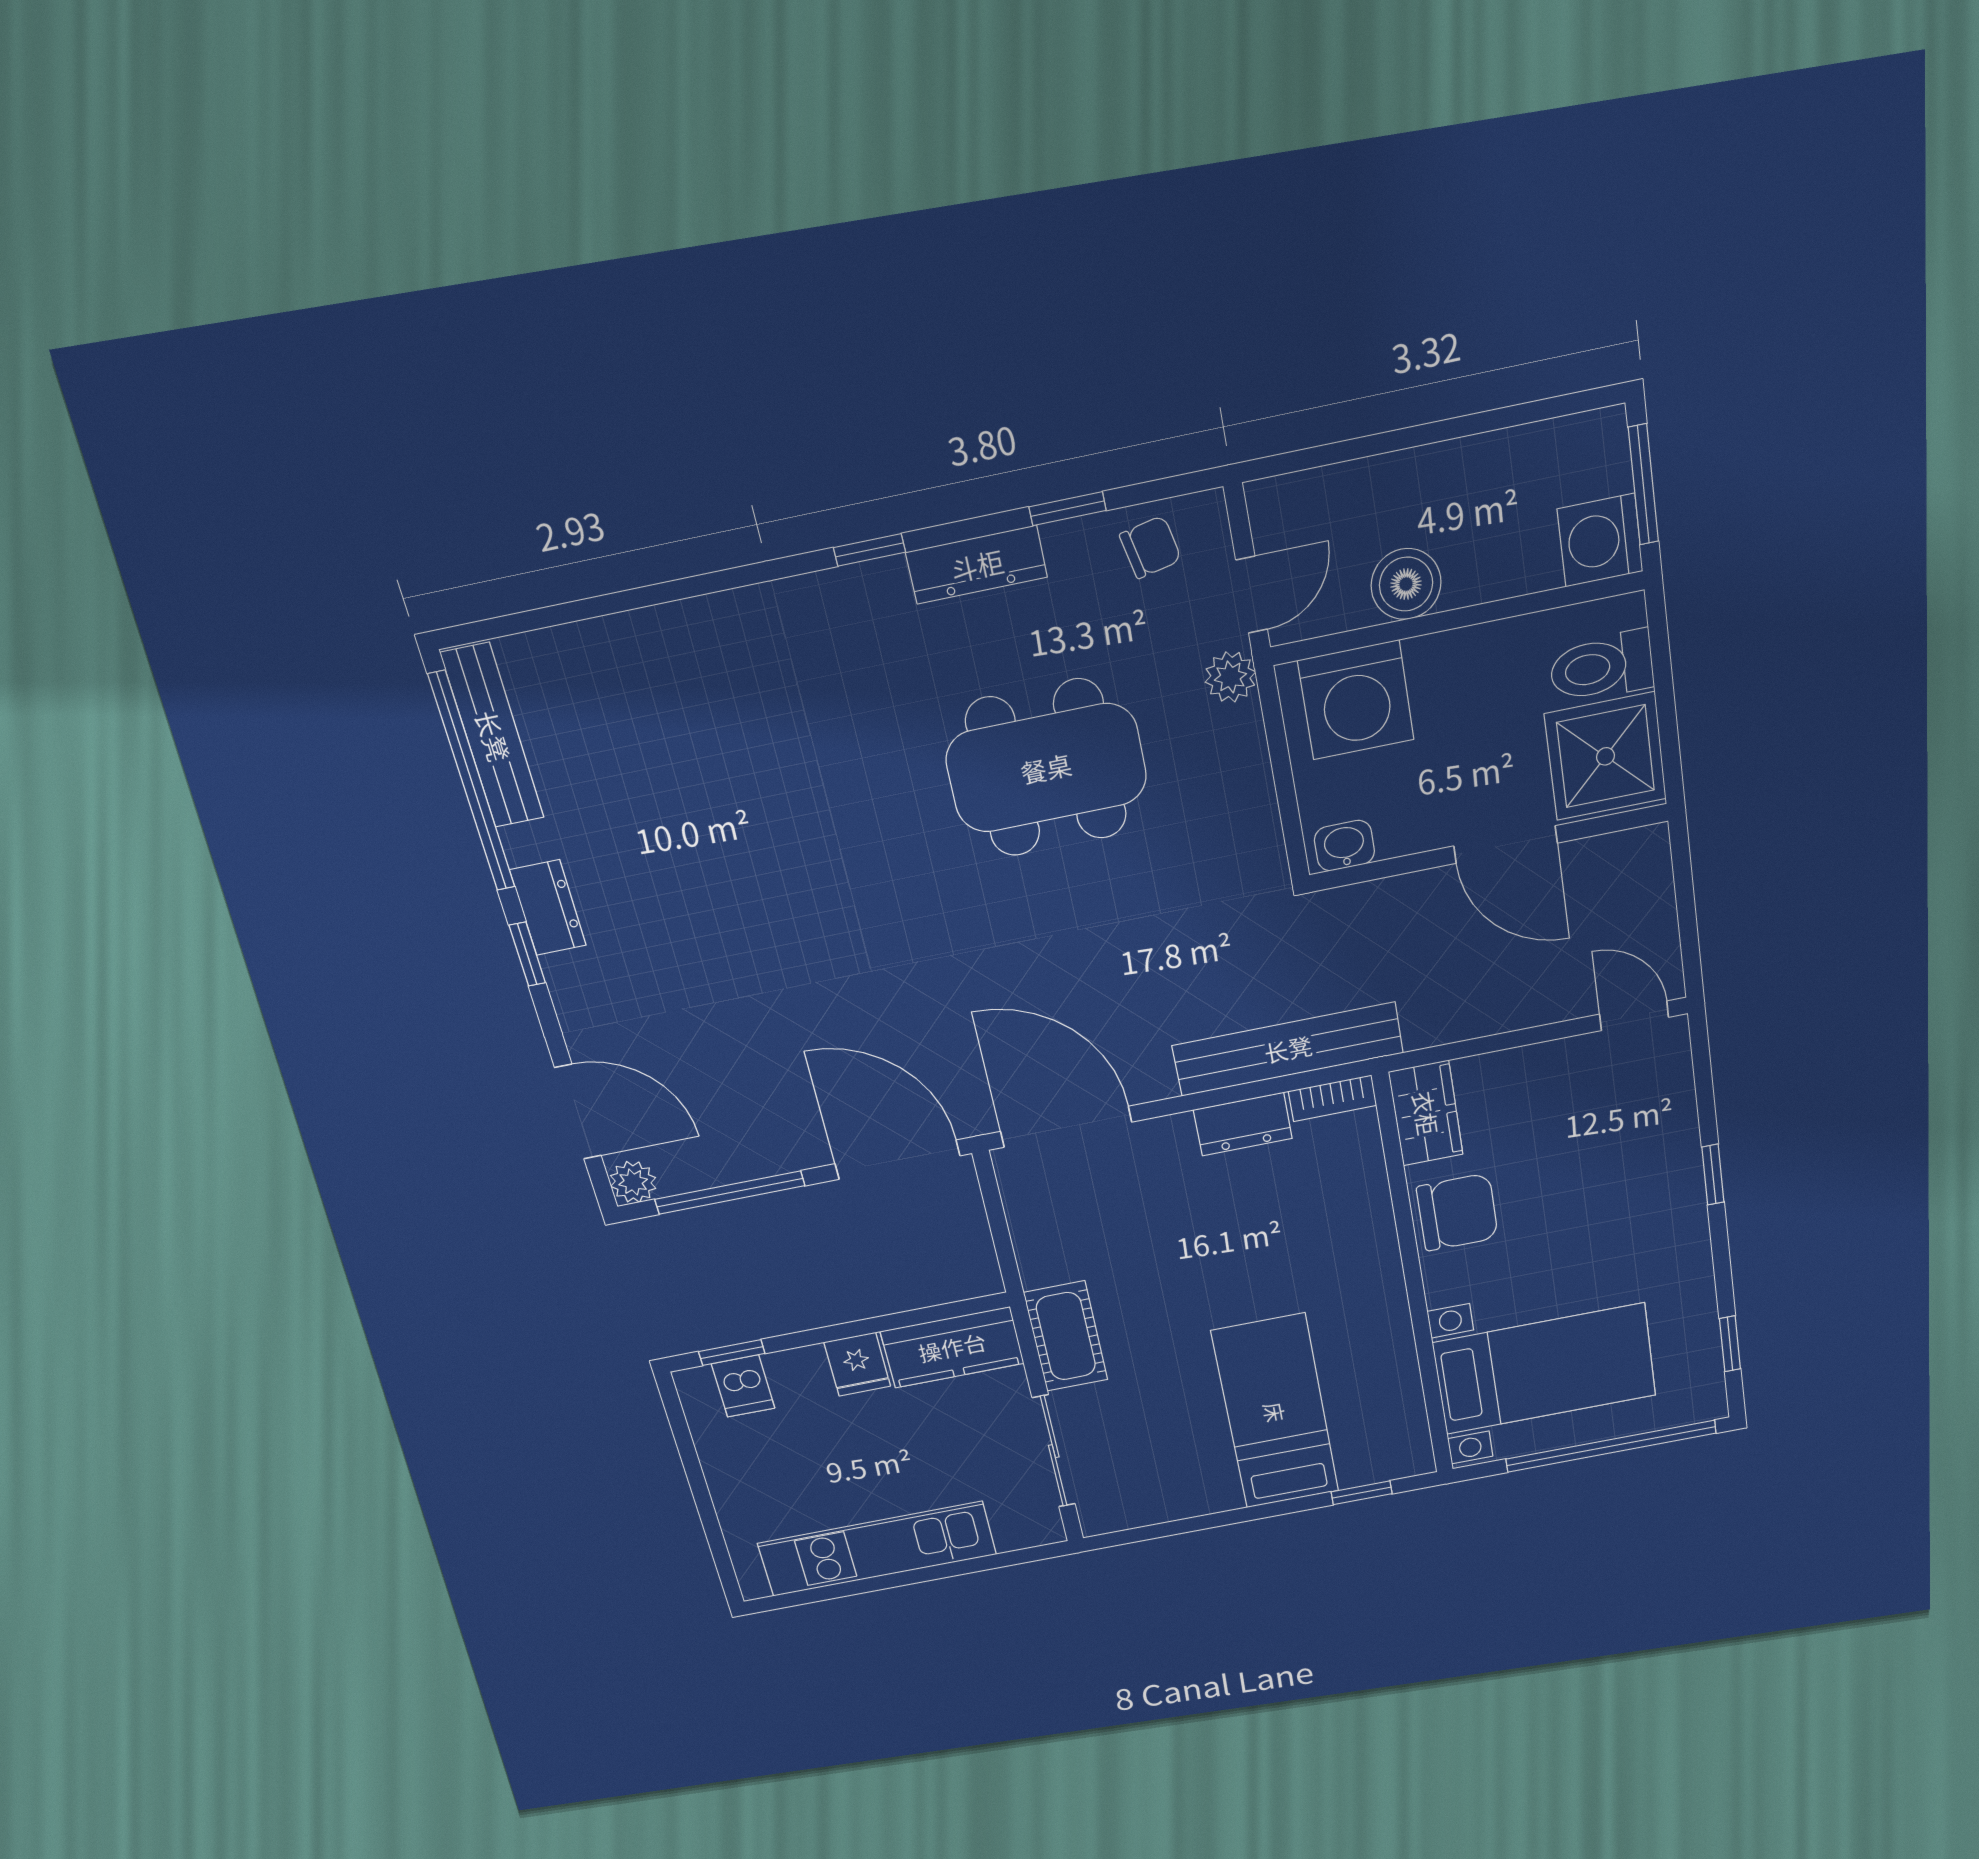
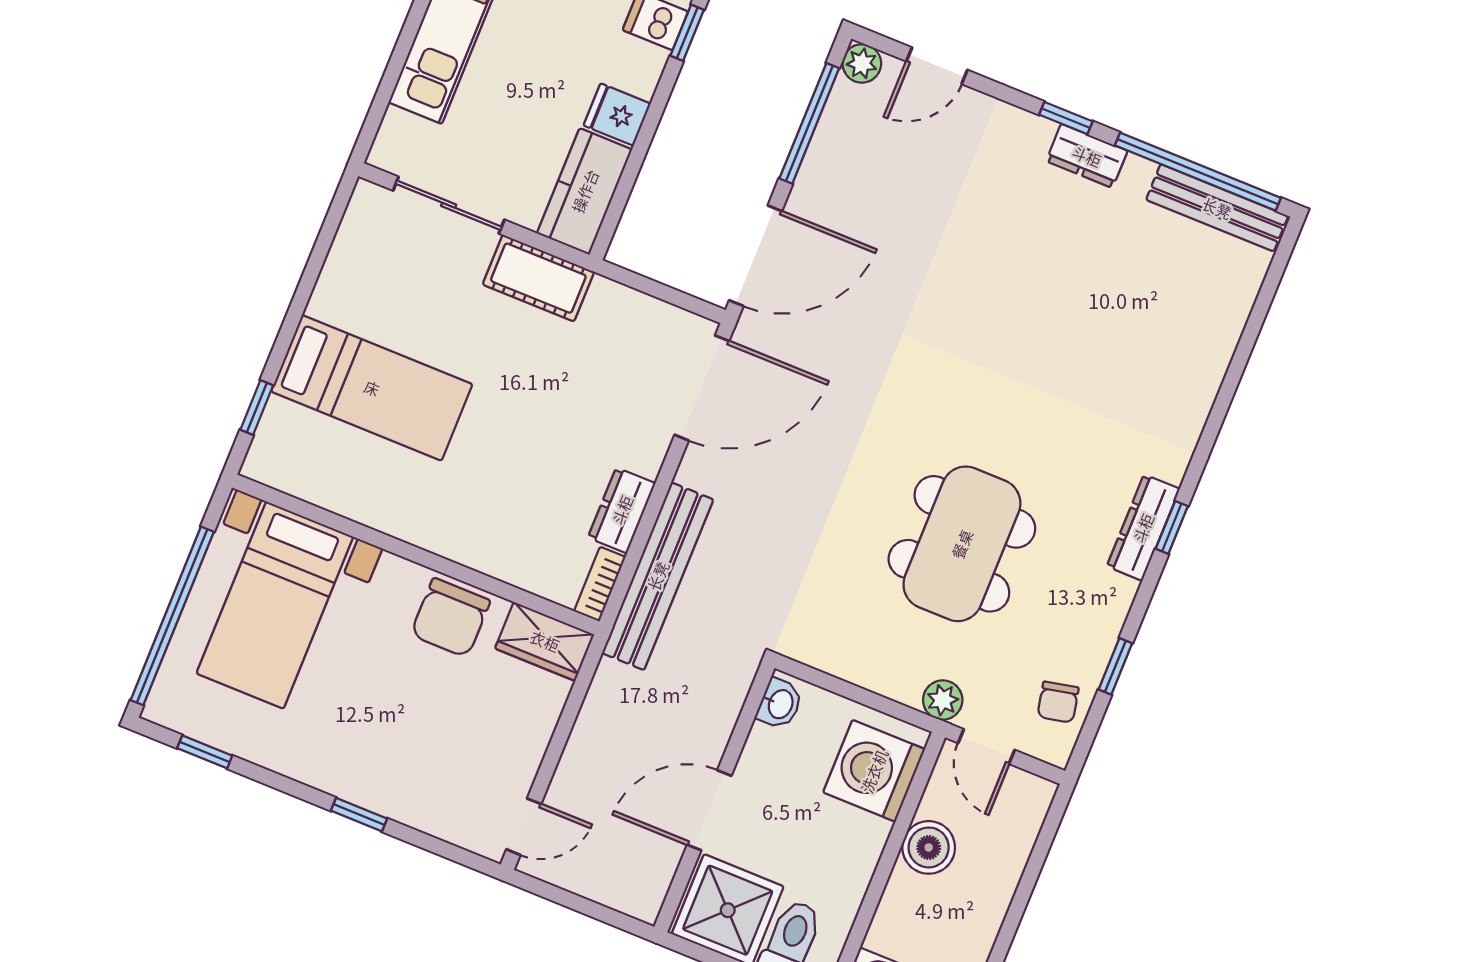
dresser: (977, 565) -> (1143, 528), moved
door: (578, 1112) -> (937, 66), width x0.73

